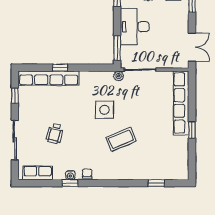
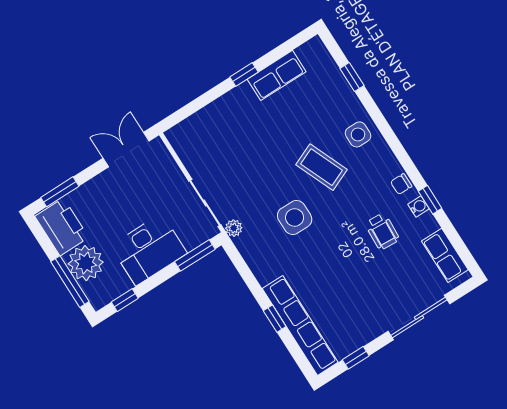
row of seats: (181, 103) -> (277, 75), moved, width x0.50
wheelchair: (55, 133) -> (382, 231), moved, turned 79
side table: (126, 168) -> (358, 134), added

